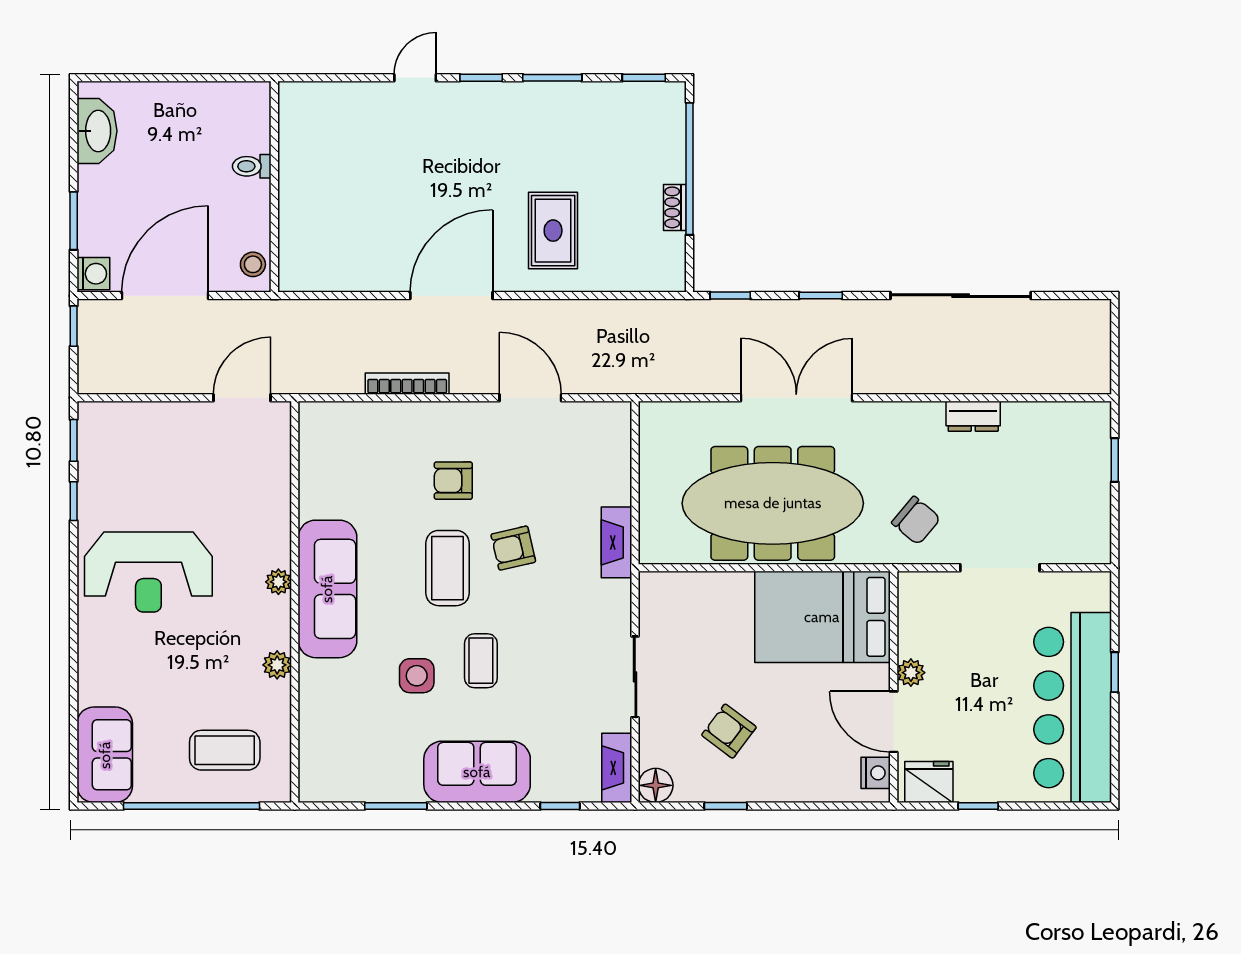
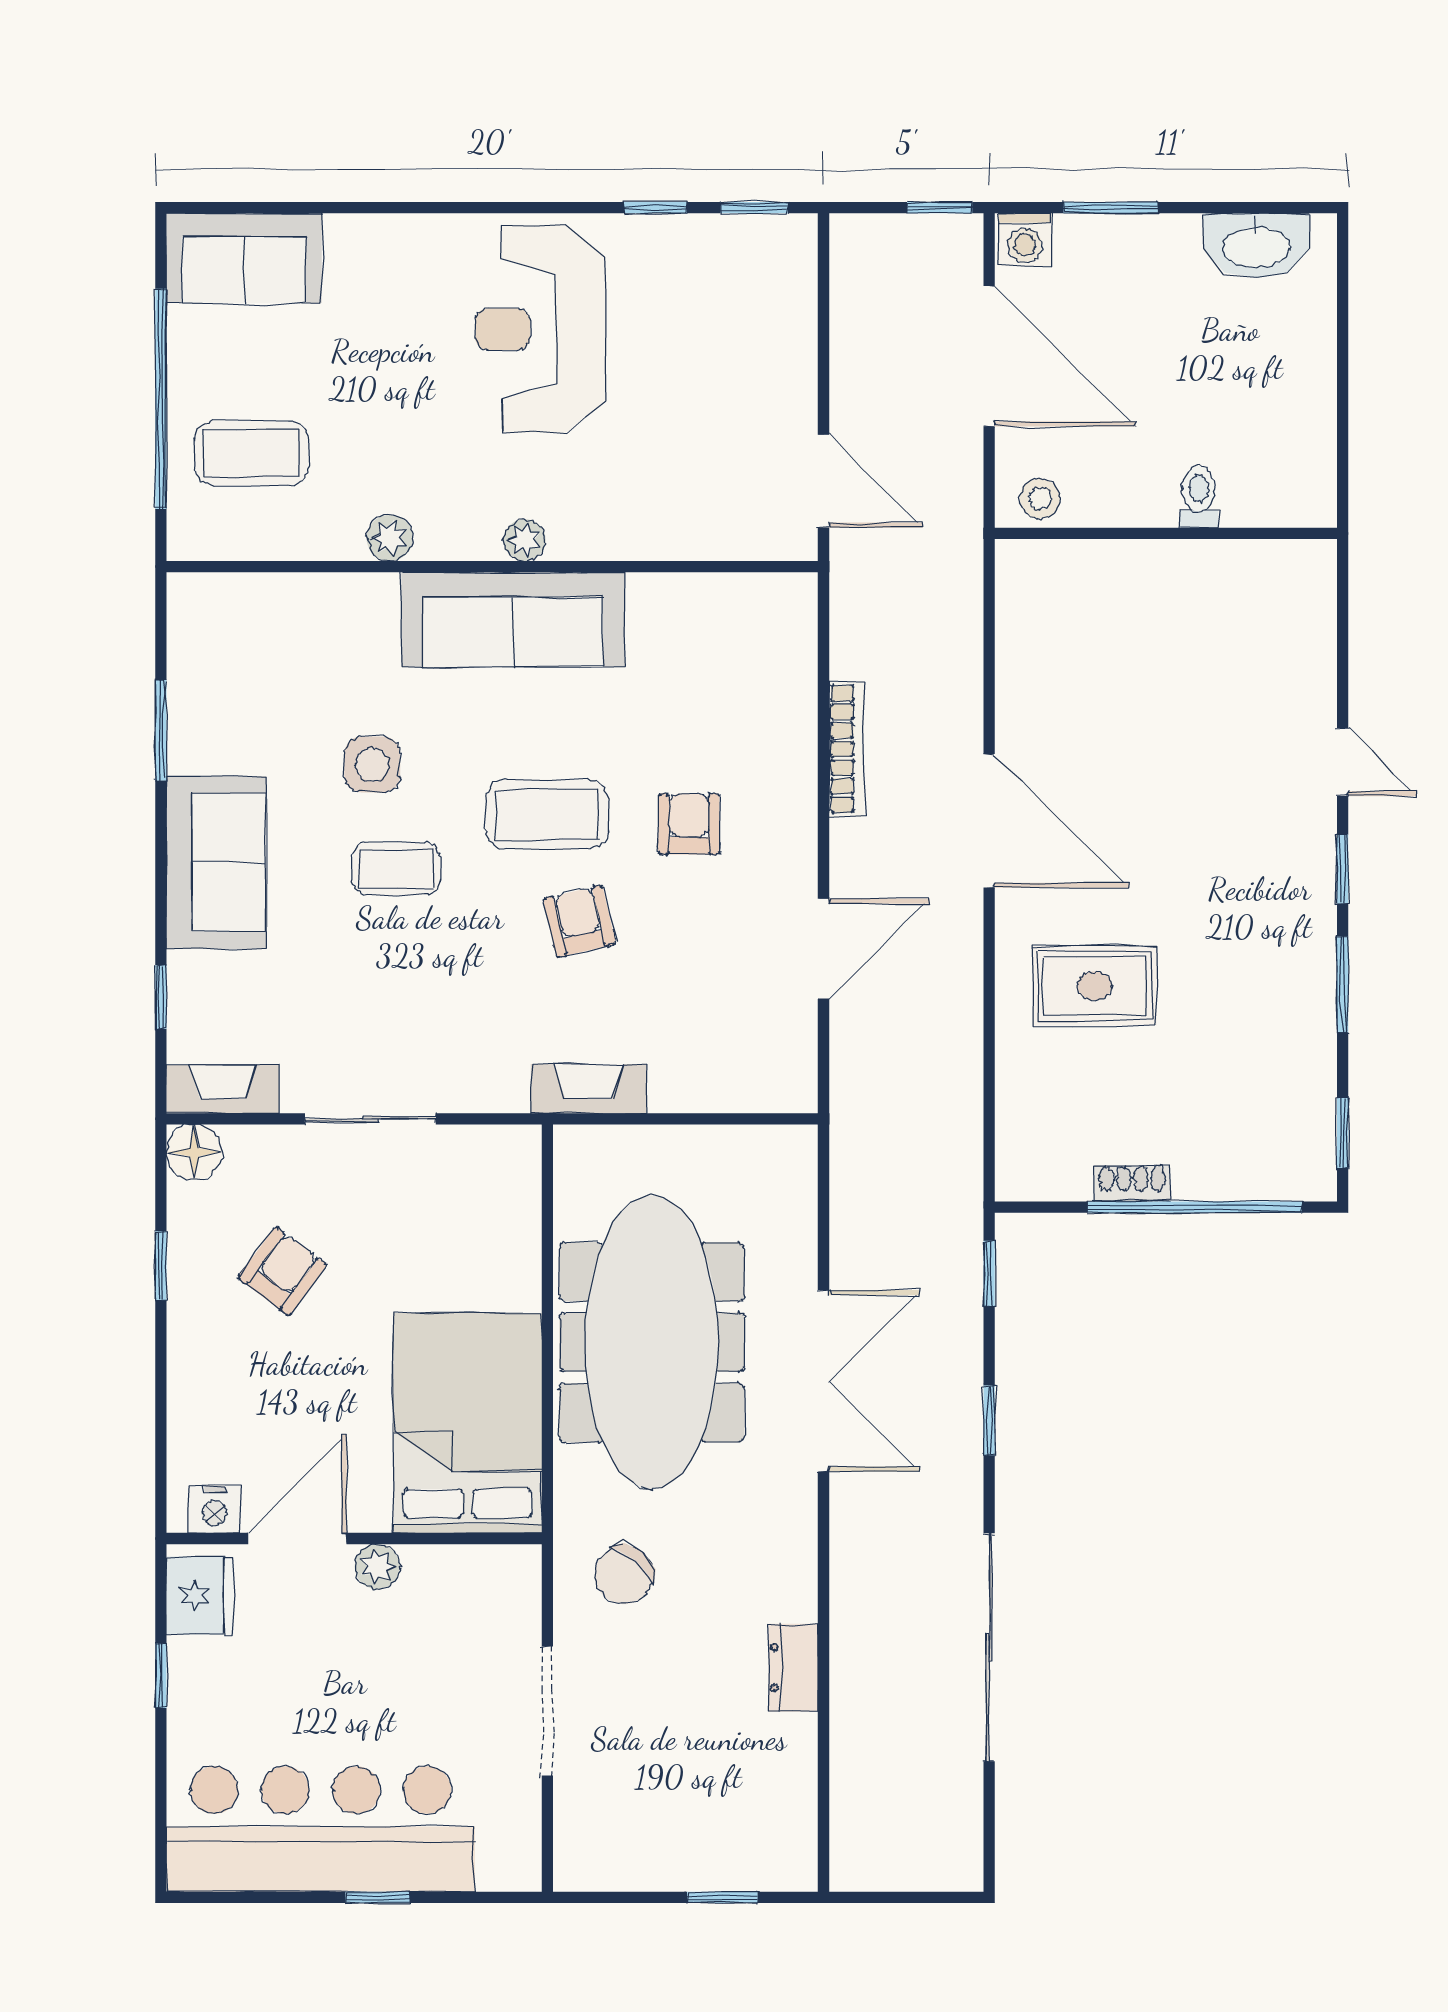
coffee table: (225, 750) -> (251, 453), turned 90

